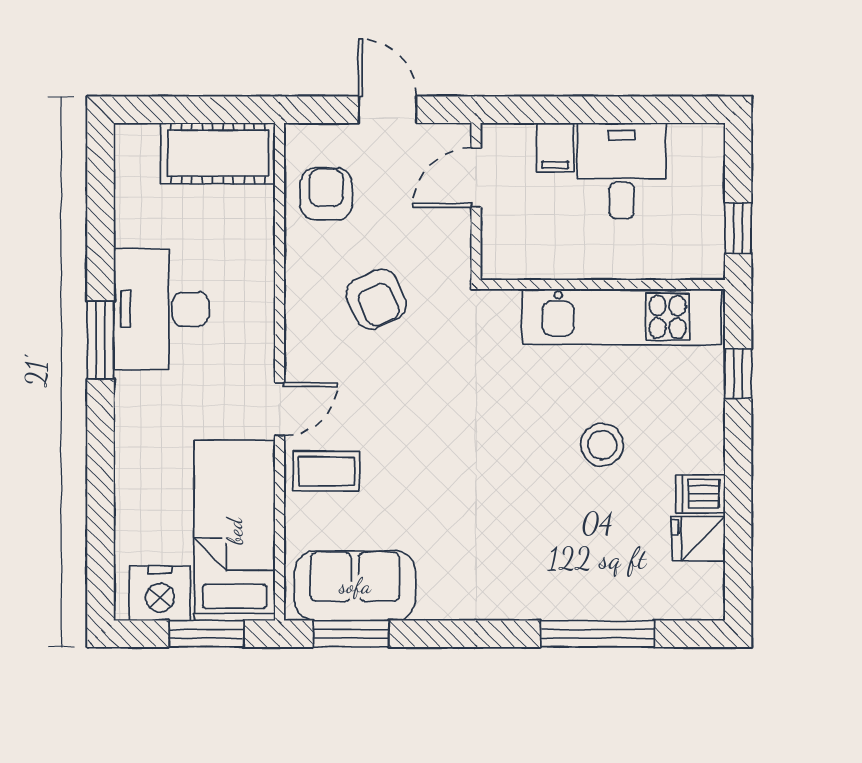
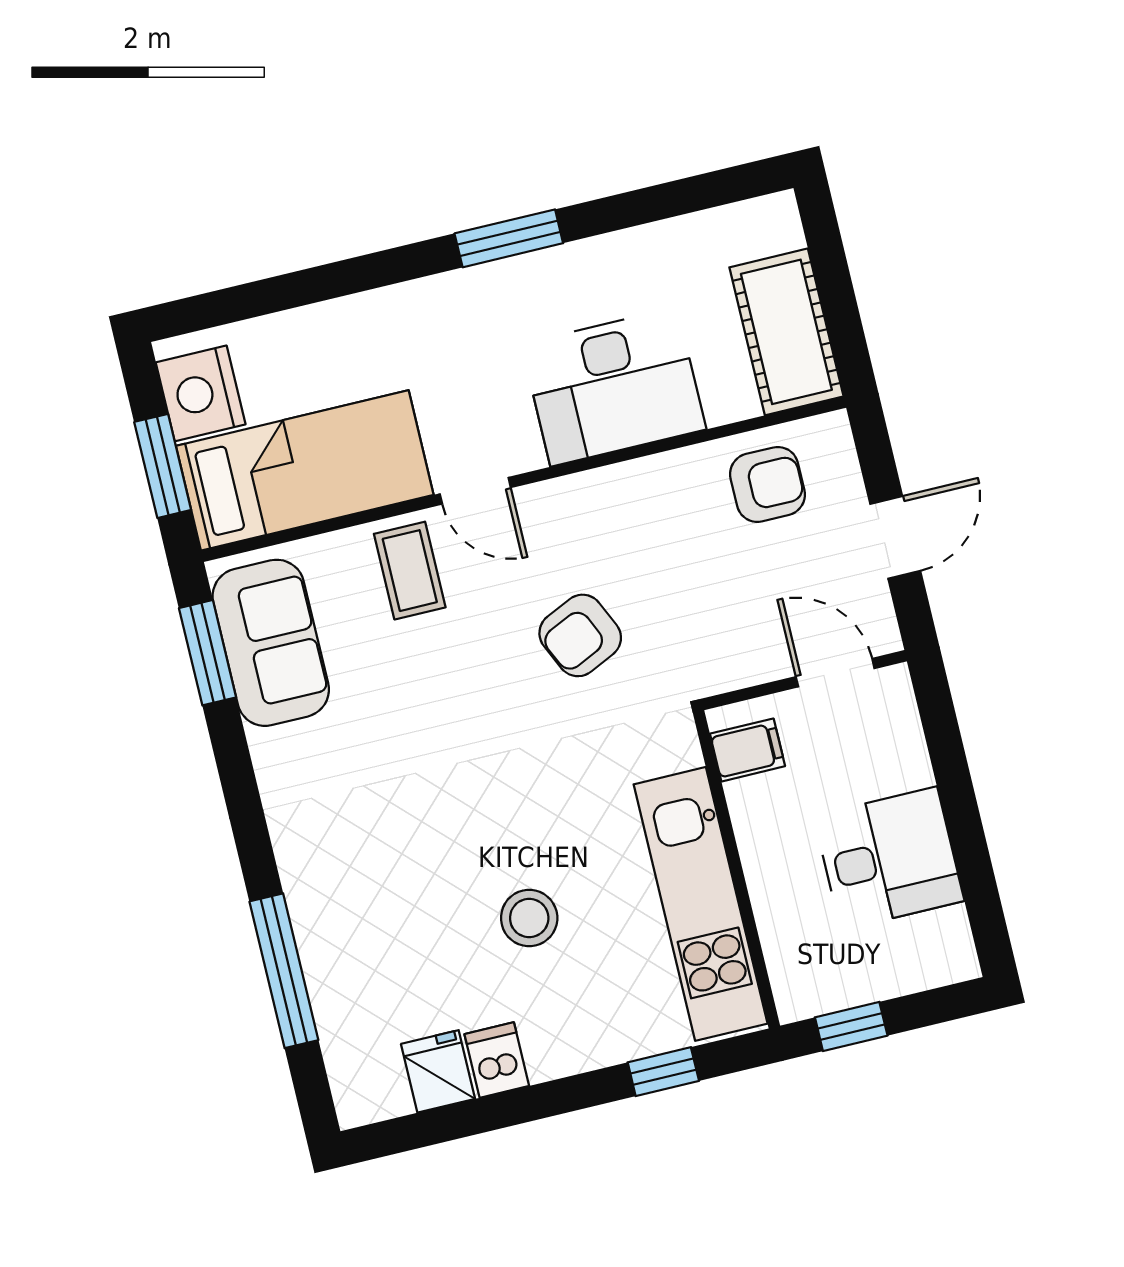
filing cabinet: (555, 147) -> (747, 750), moved, turned 180
armchair: (376, 299) -> (580, 635), moved
desk: (161, 309) -> (614, 387), moved, turned 180

